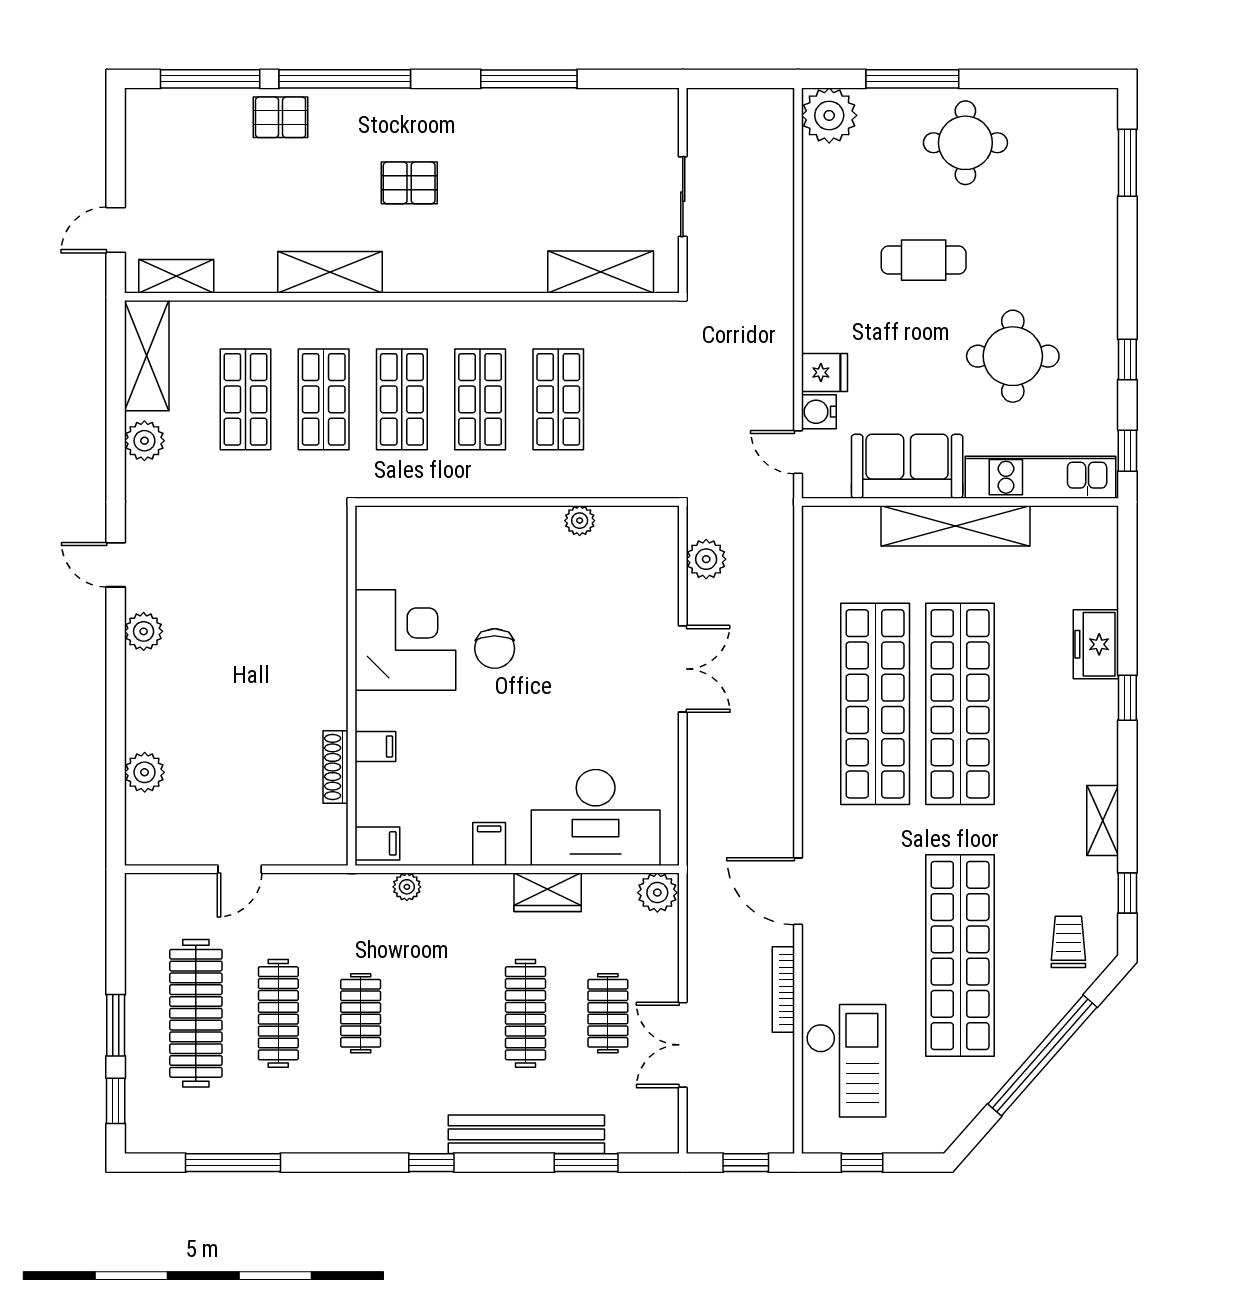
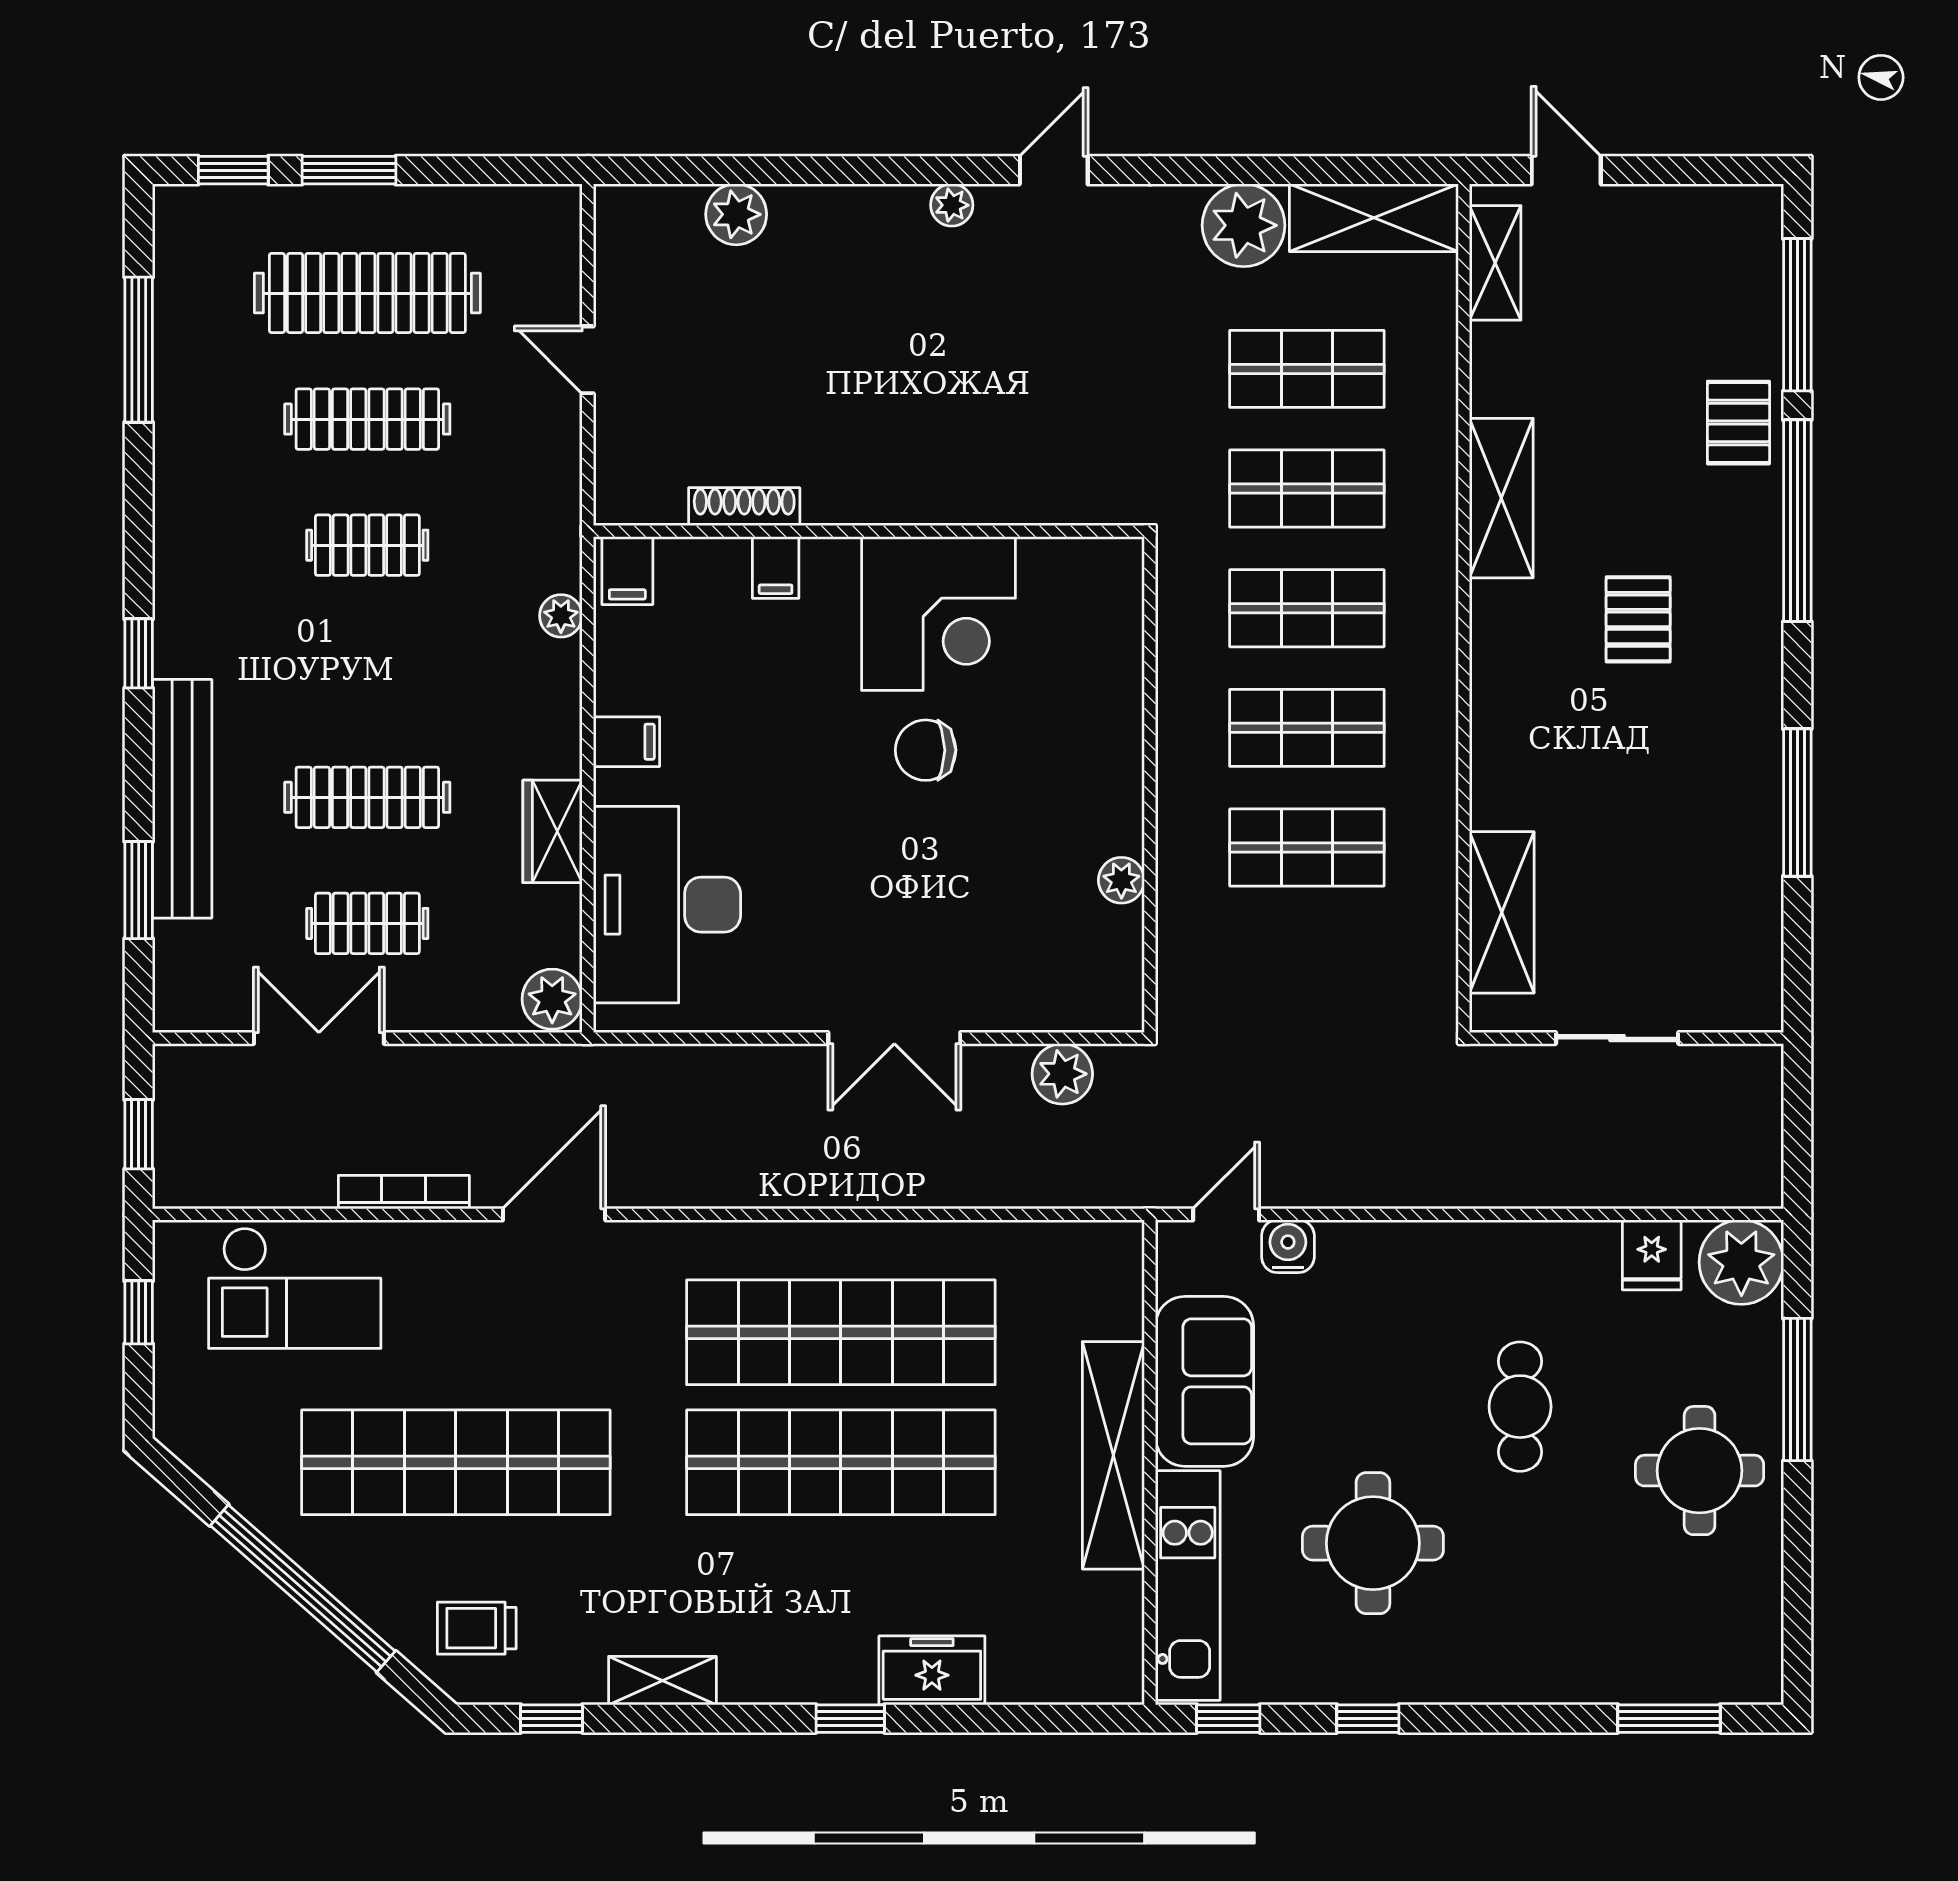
fridge: (824, 372) -> (1652, 1255), moved
plant: (144, 441) -> (1244, 225), width x1.36, depth x1.36
plant: (144, 631) -> (952, 205), width x0.73, depth x0.73
trolley: (1068, 942) -> (477, 1628), turned 180

